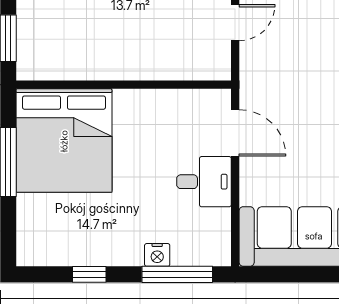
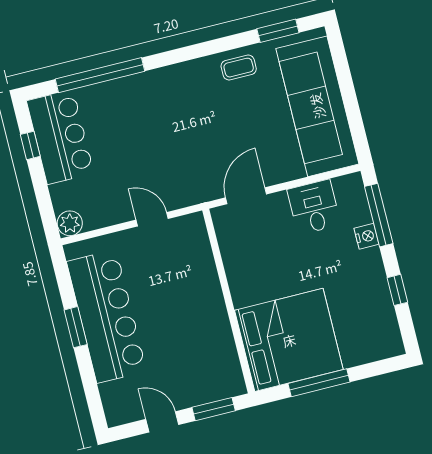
desk: (204, 182) -> (314, 207), moved

